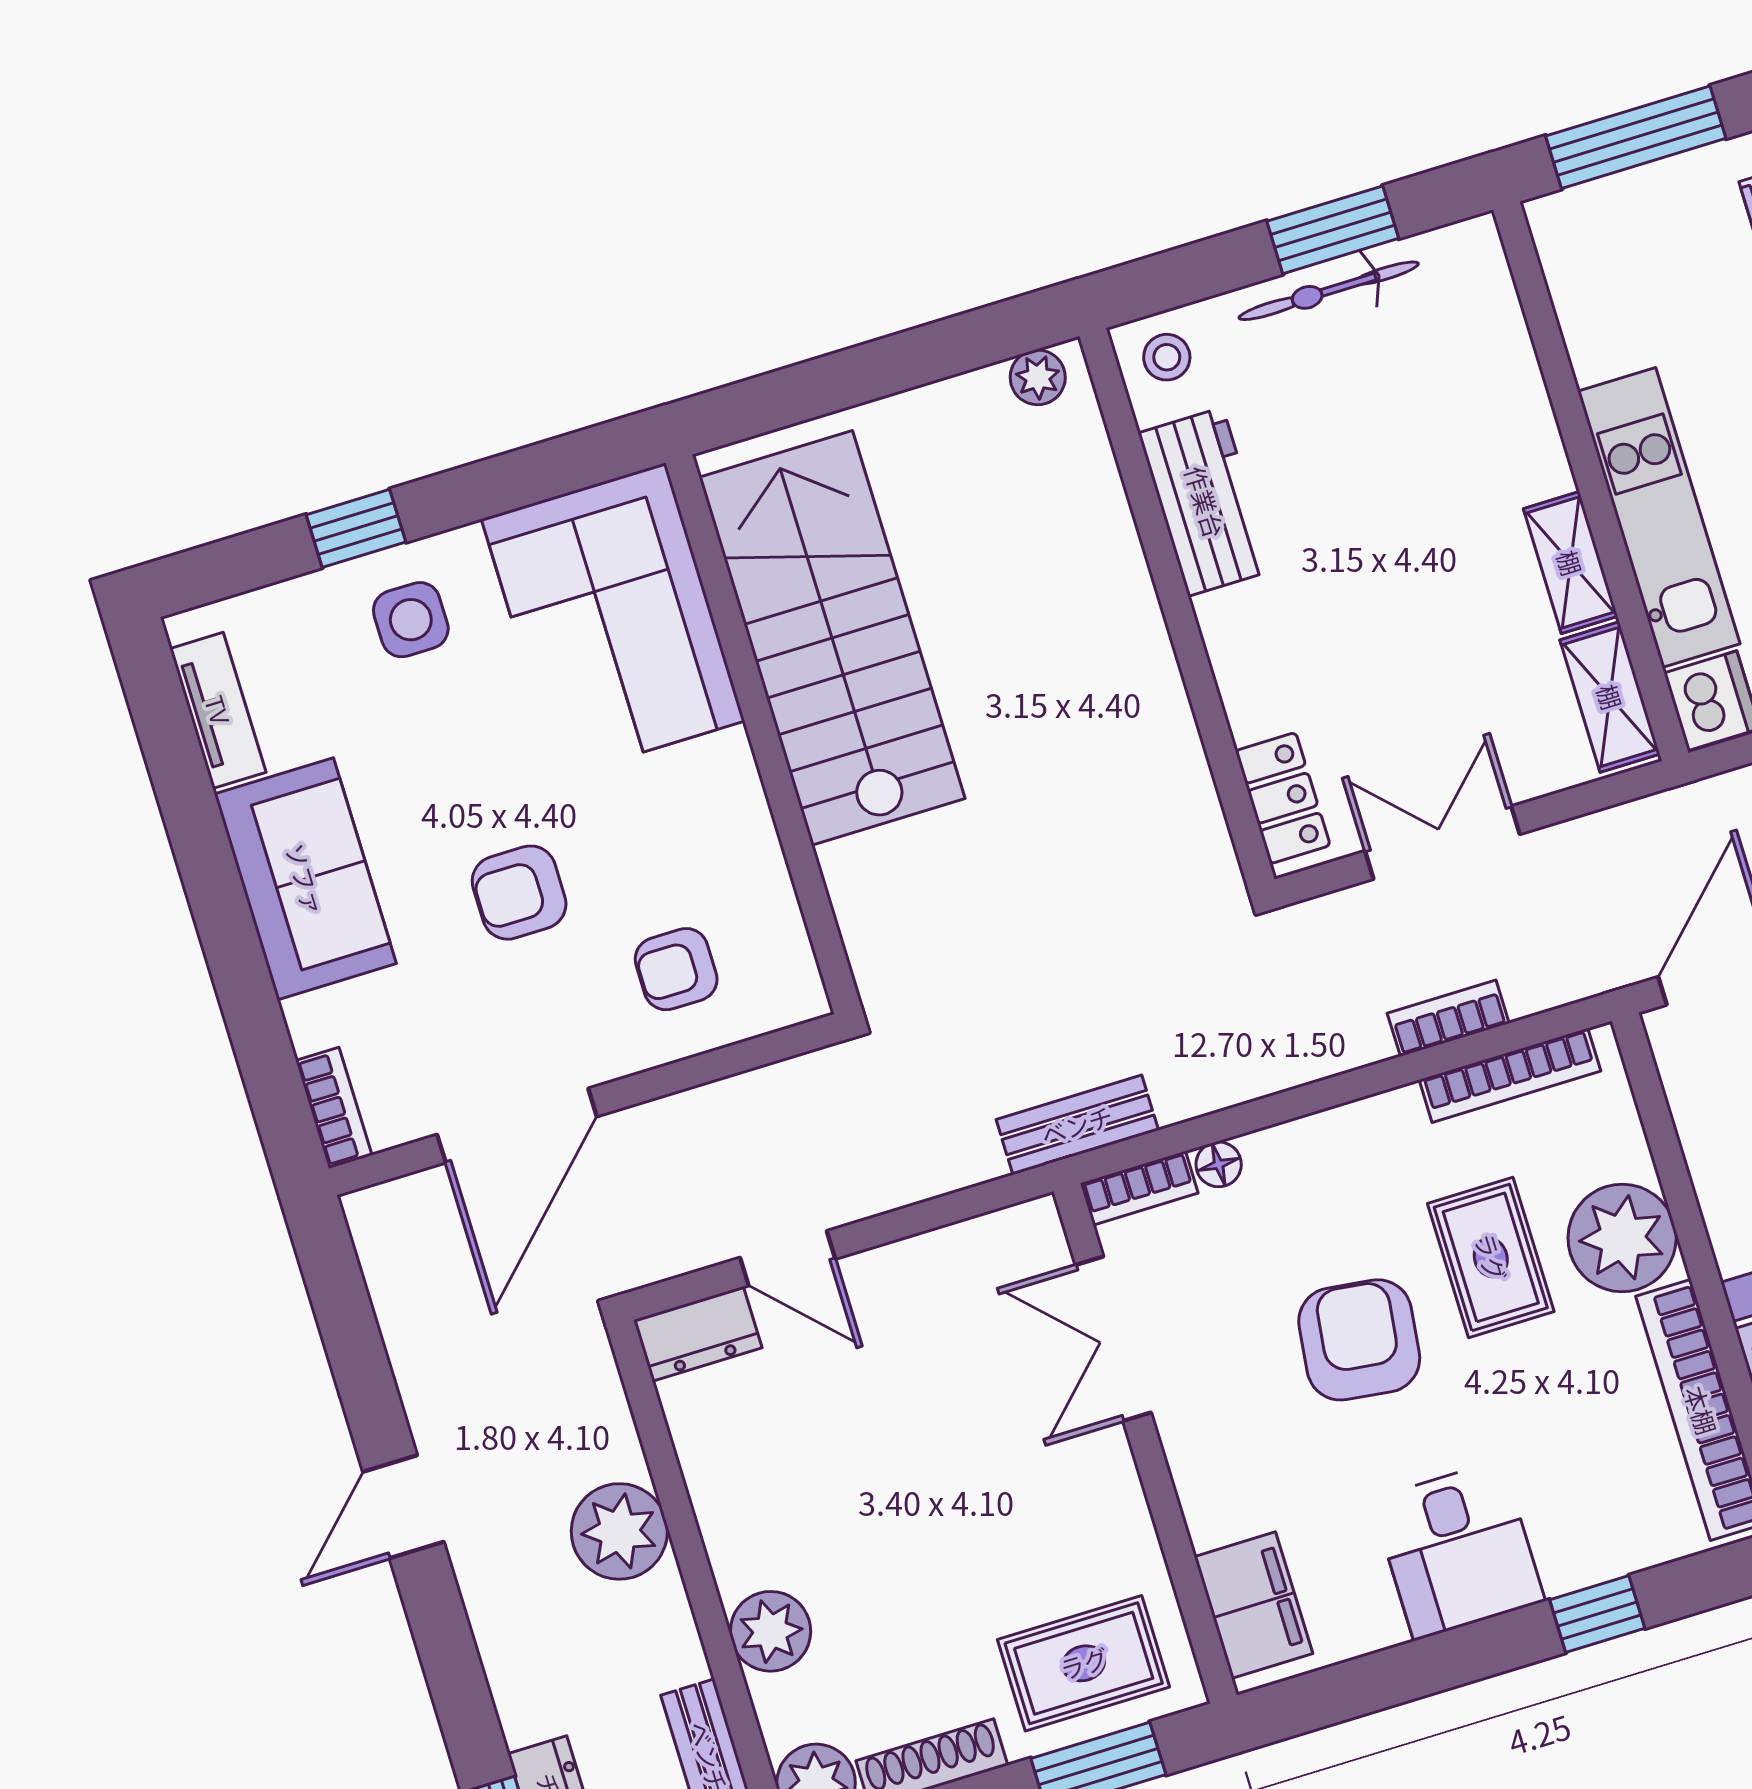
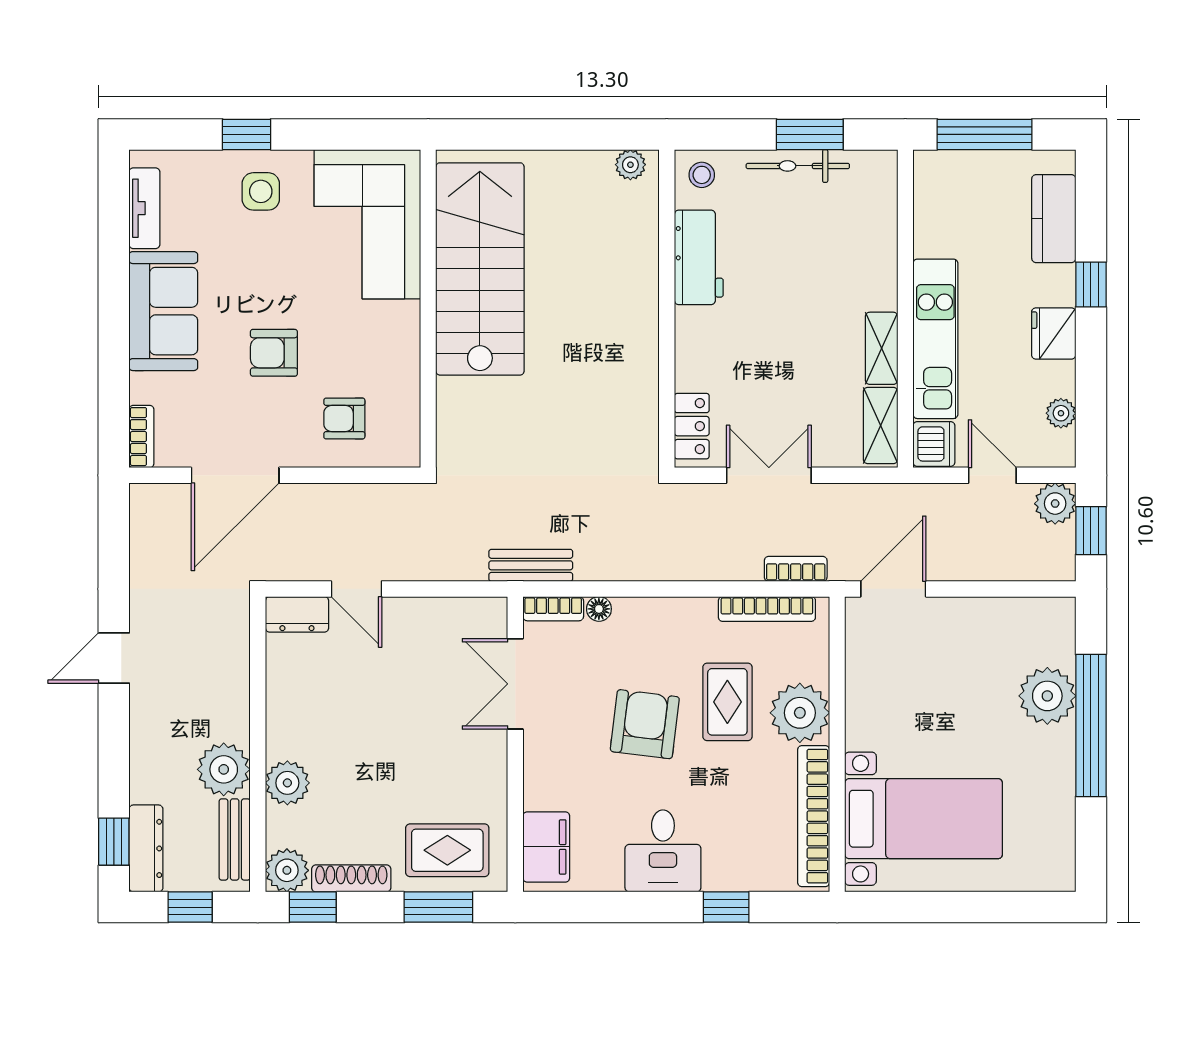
bookcase: (1448, 1018) -> (796, 569), moved
plant: (619, 1531) -> (224, 769), moved

